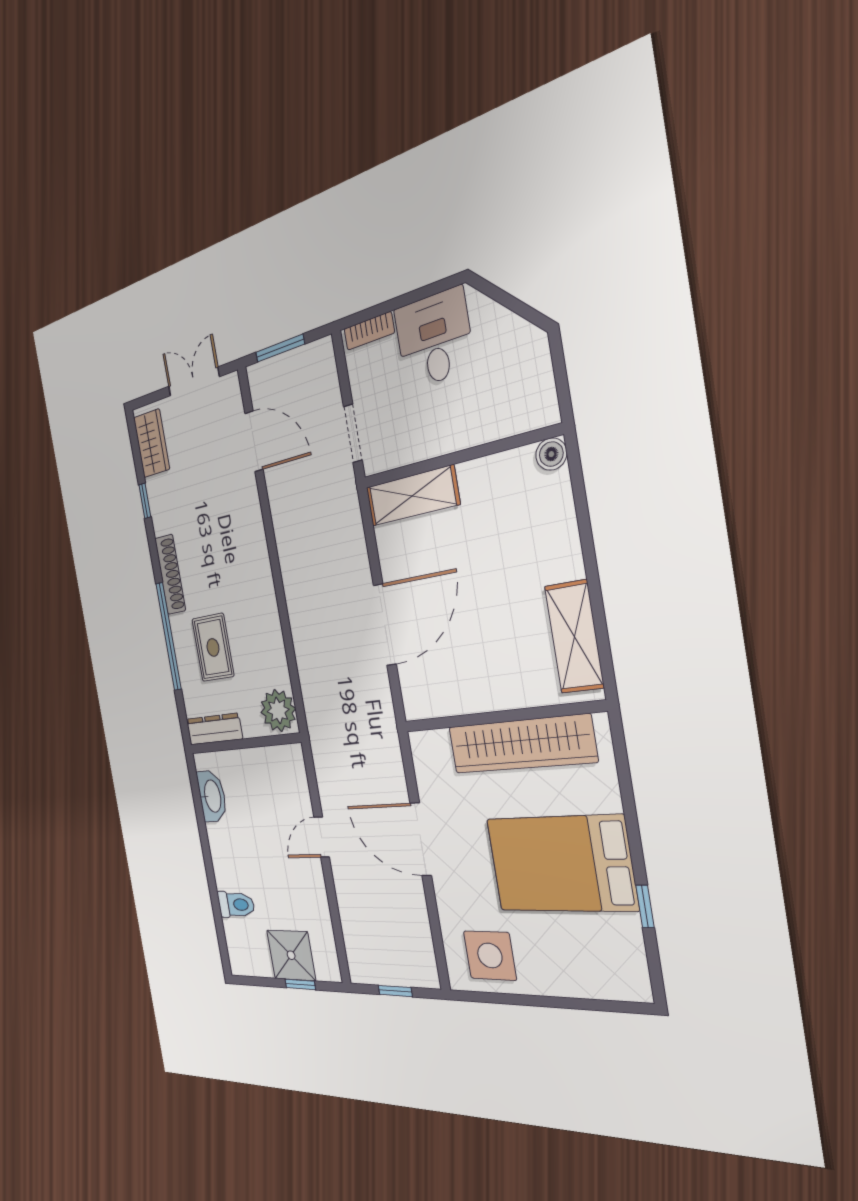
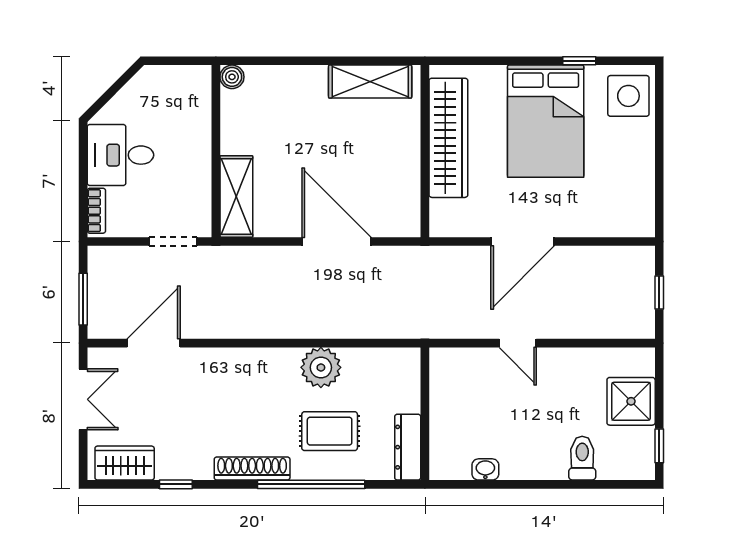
double door: (194, 382) -> (83, 399), swing flipped
plant: (278, 711) -> (321, 367), moved
washbasin: (212, 796) -> (485, 469), width x0.52, depth x0.69
side table: (490, 955) -> (628, 96), moved
window: (300, 984) -> (659, 446), moved

